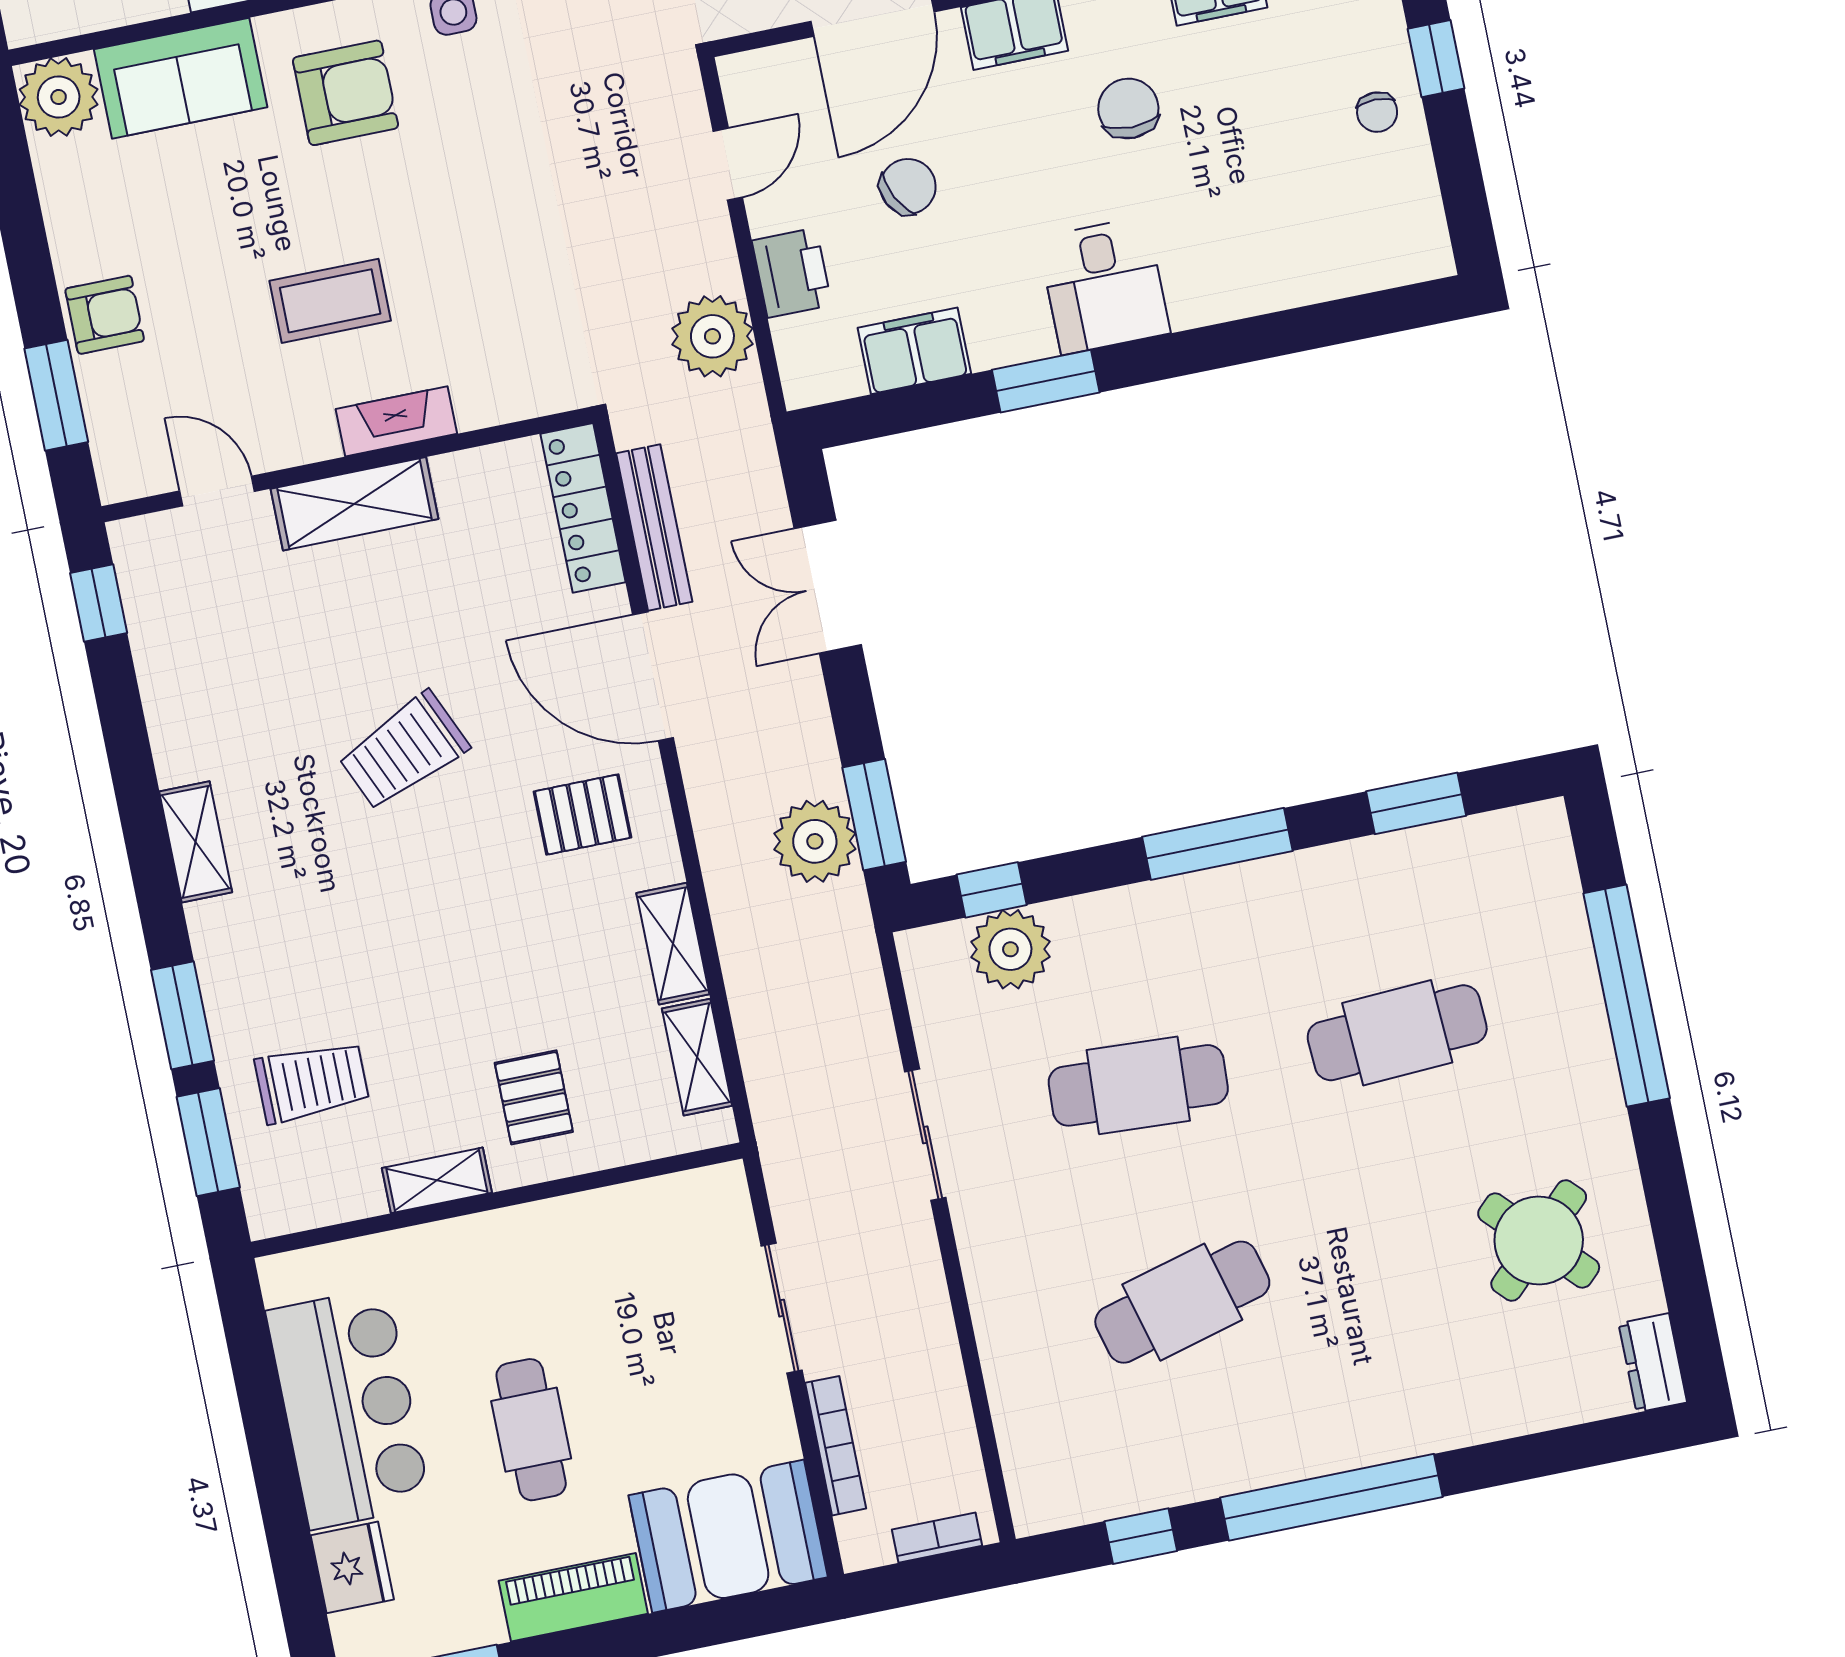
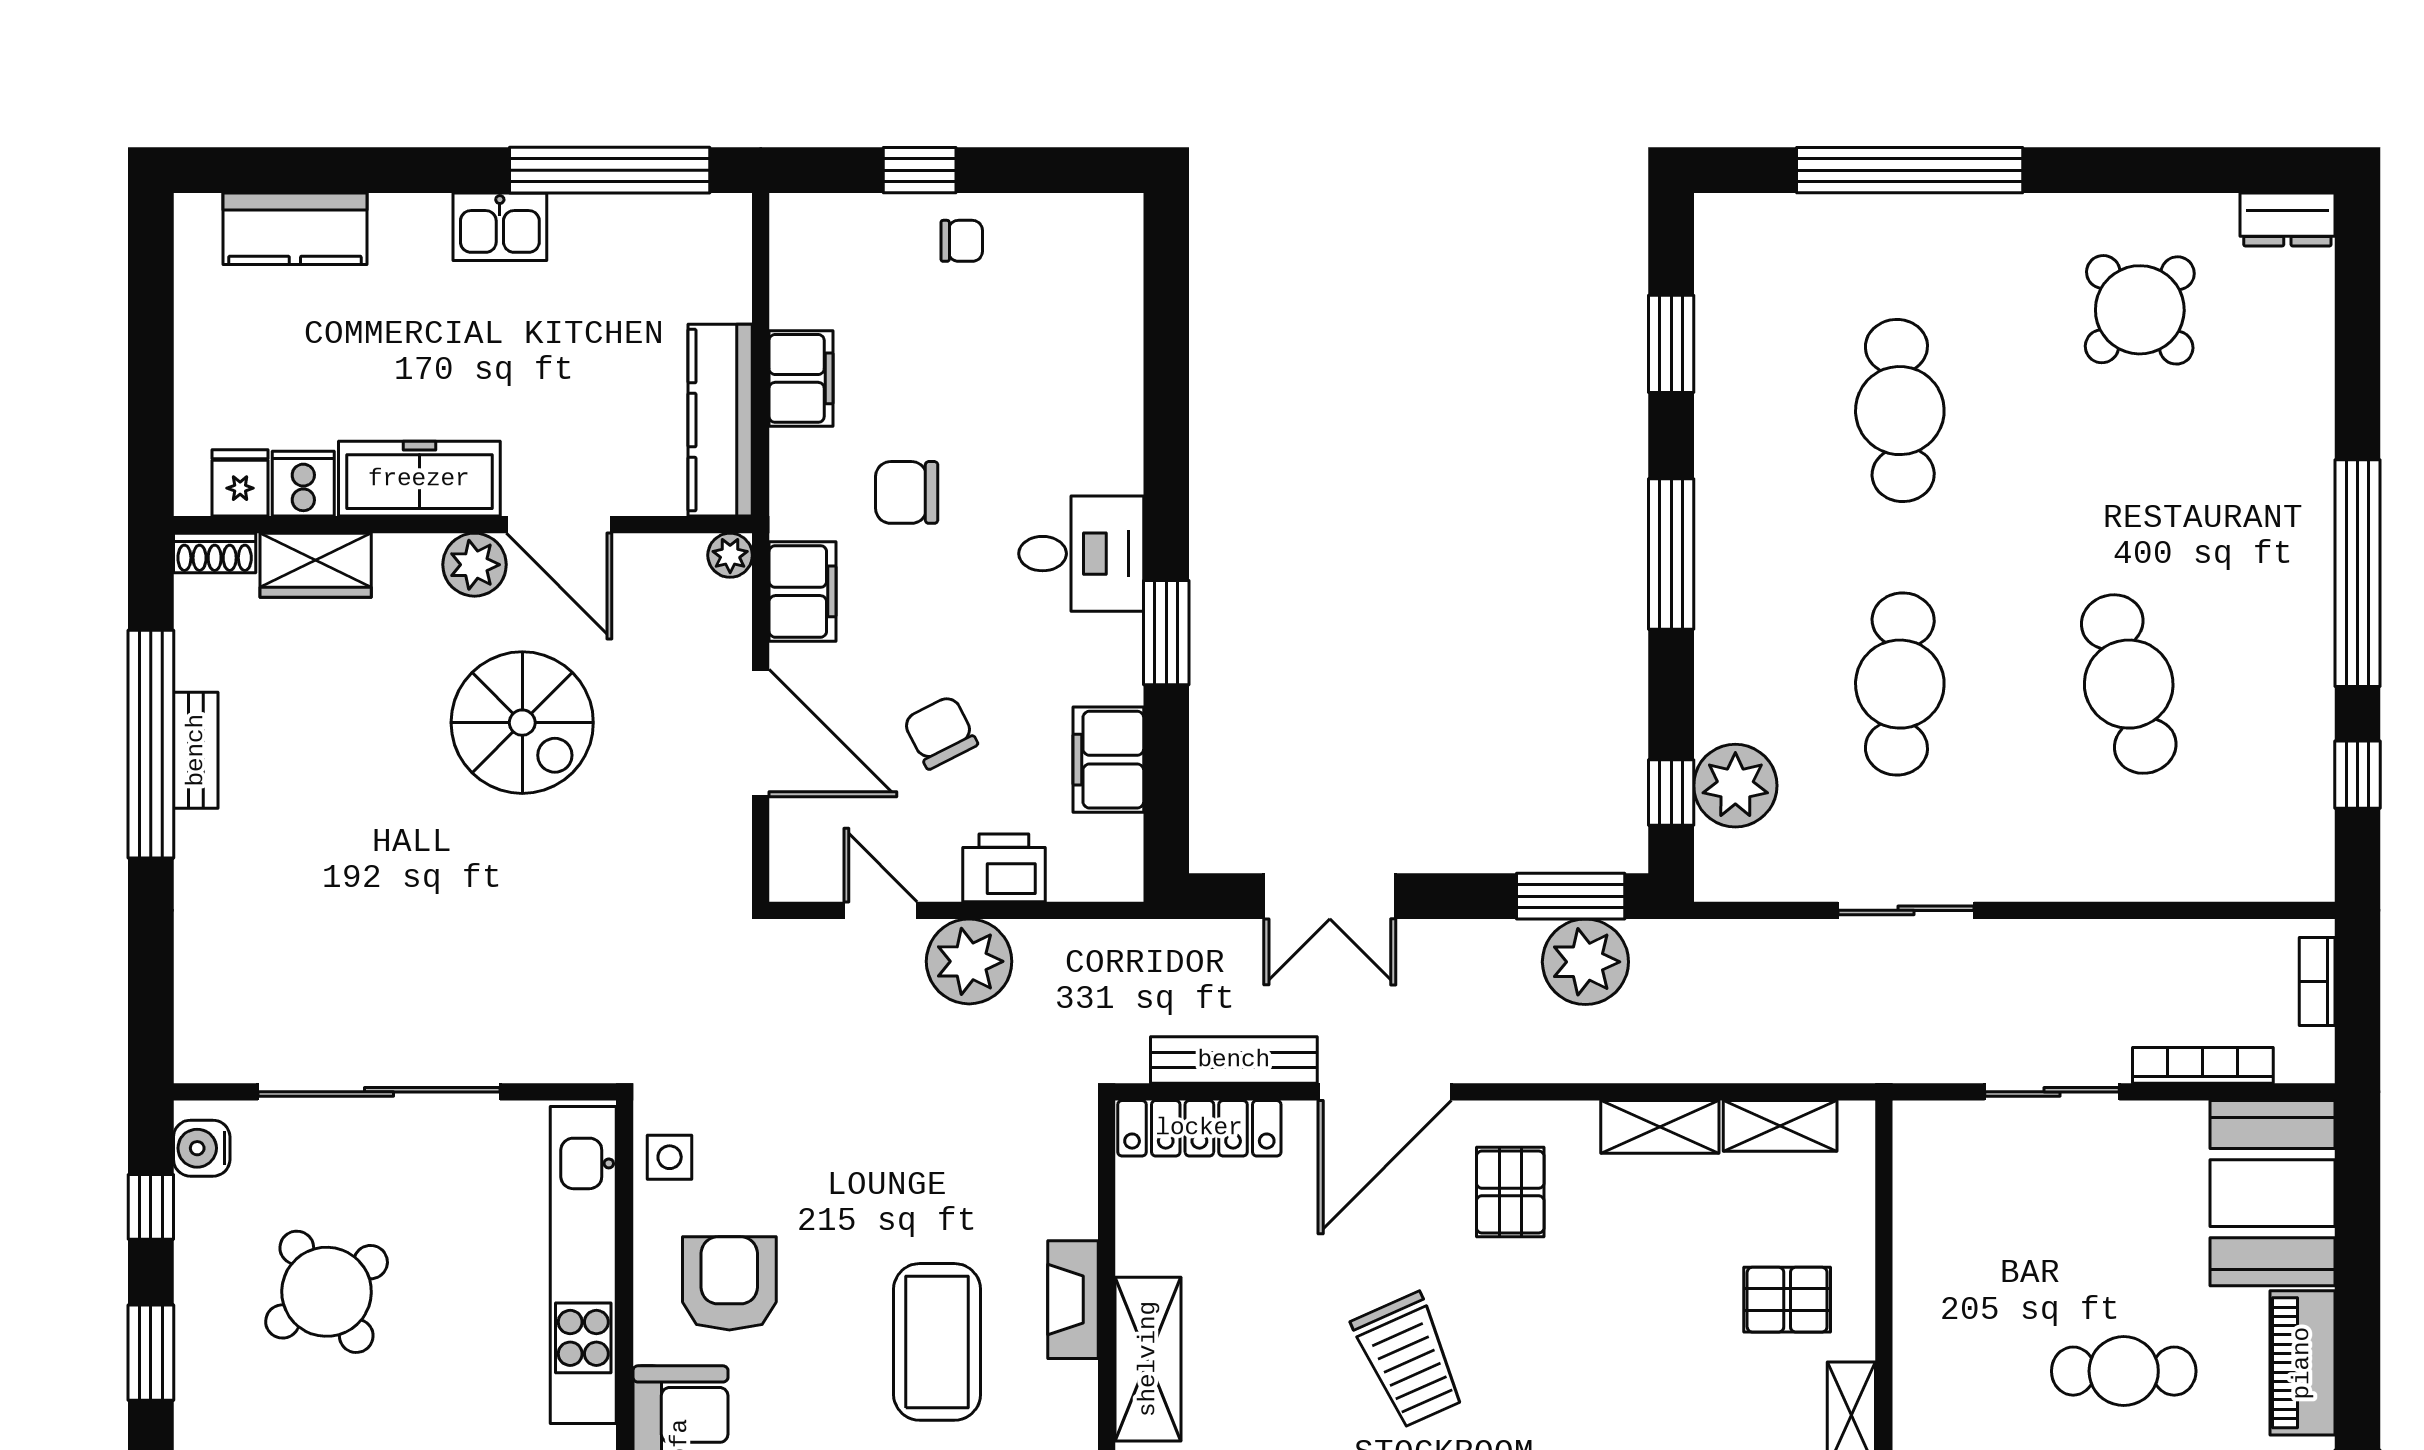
coffee table: (330, 301) -> (937, 1342), width x1.36, depth x1.32
plant: (712, 336) -> (969, 961), moved

